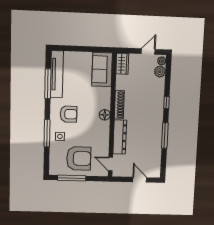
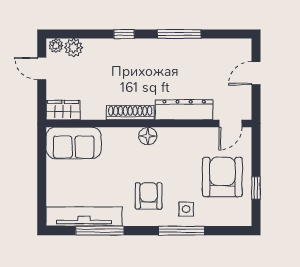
window: (72, 178) -> (256, 188), width x0.46

